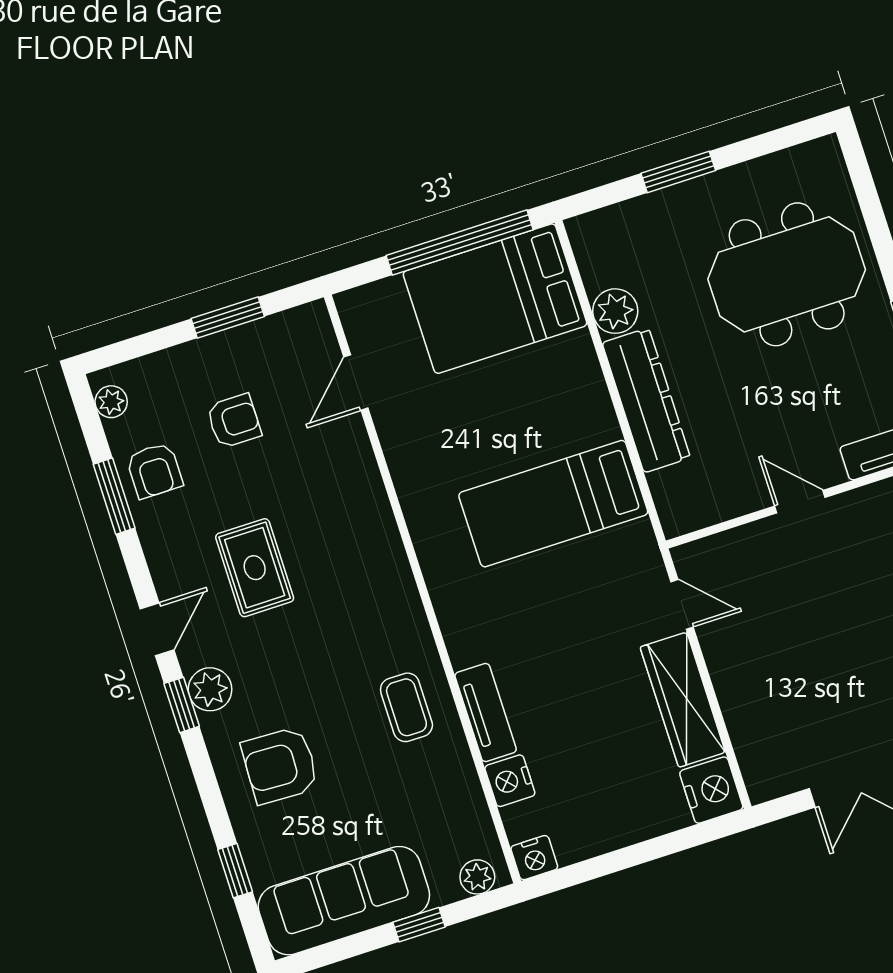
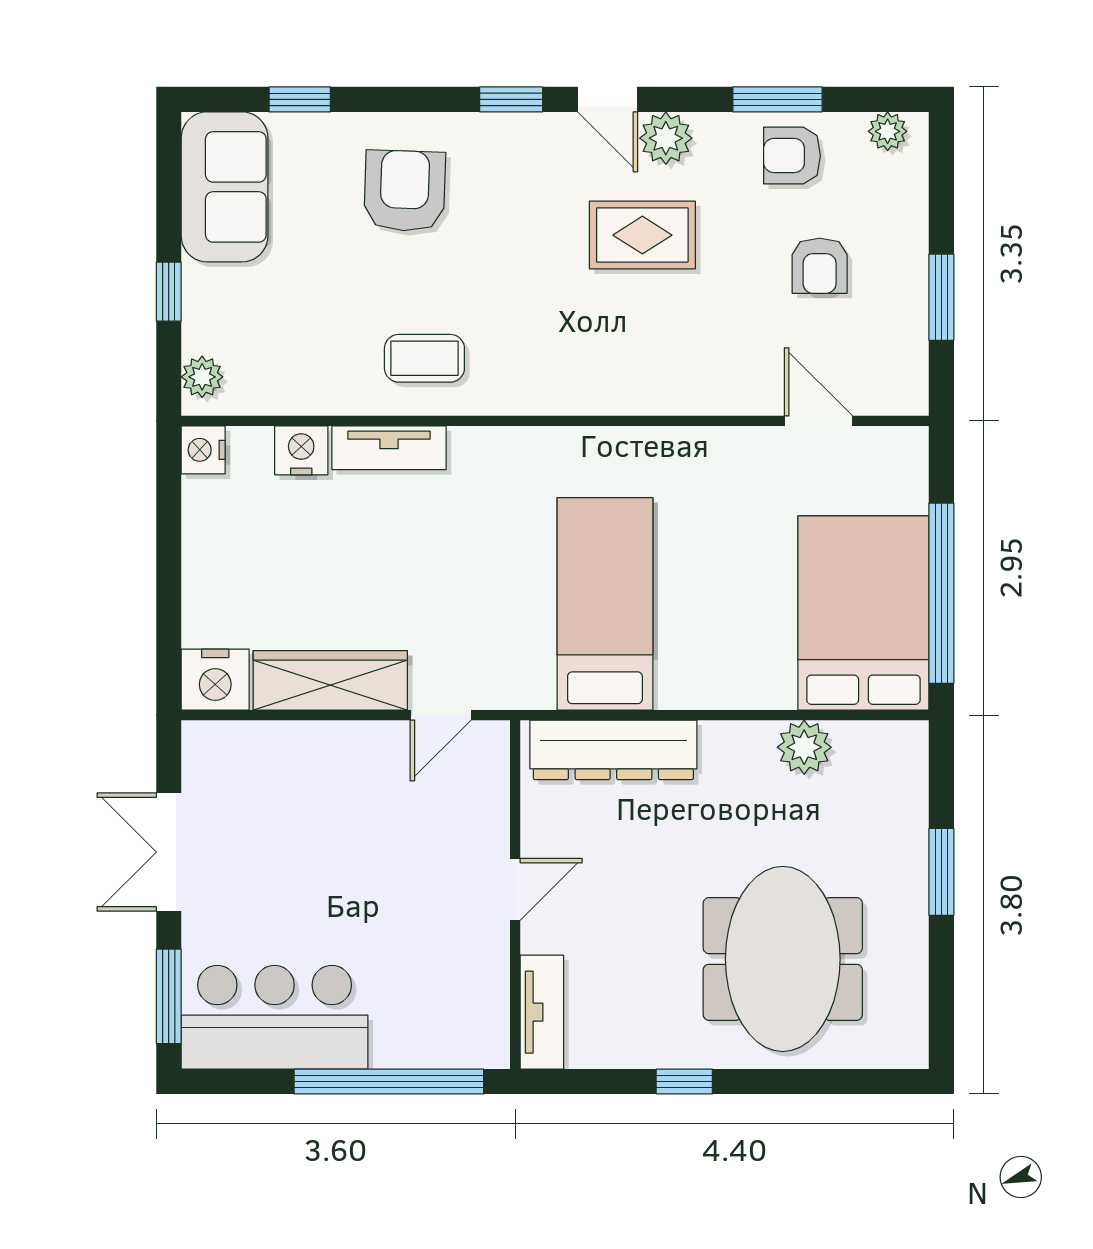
dresser: (646, 400) -> (613, 750), moved
plant: (210, 689) -> (666, 138), moved
sofa: (344, 901) -> (225, 187), width x0.73

